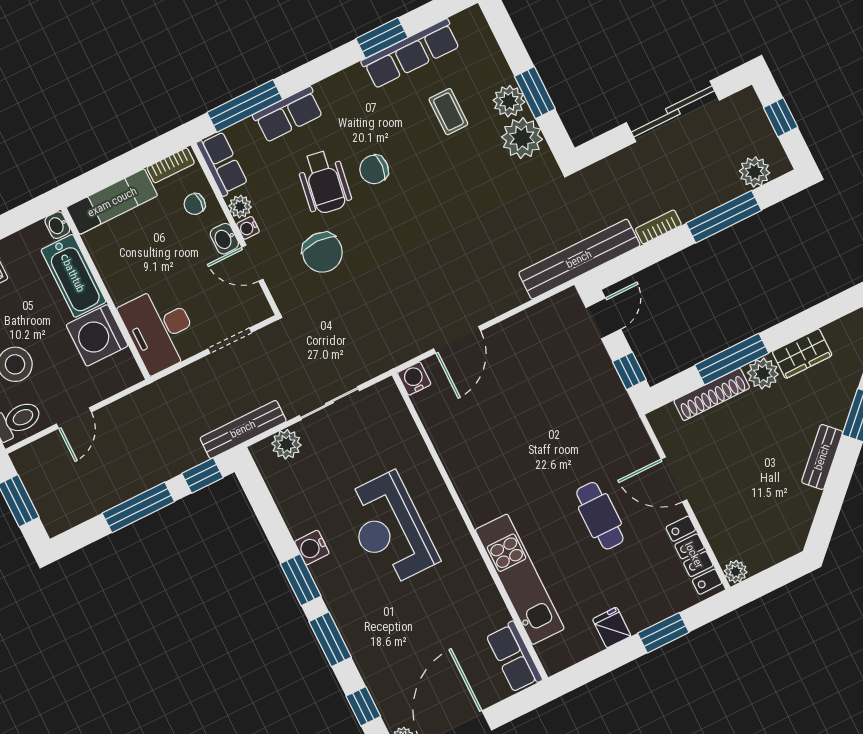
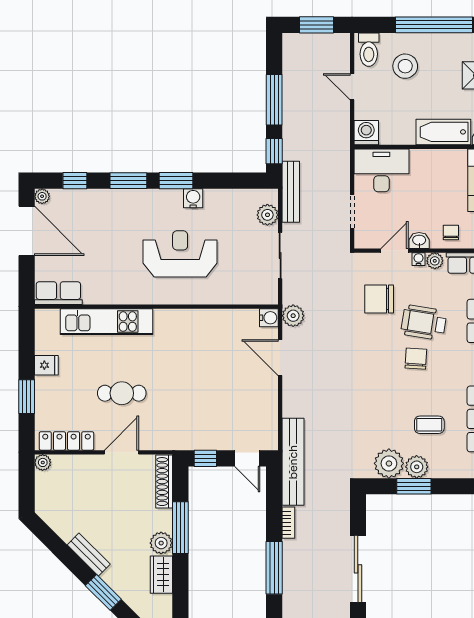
plant: (755, 172) -> (293, 316), moved
washing machine: (97, 335) -> (366, 133), moved, width x0.73, depth x0.73
shoe rack: (712, 394) -> (164, 482), moved

